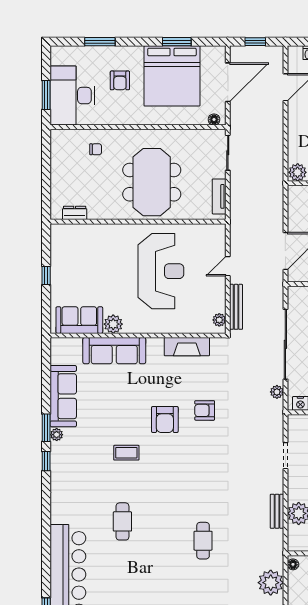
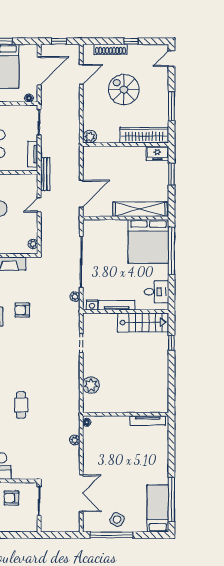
bench: (236, 307) -> (45, 174), moved
bench: (277, 511) -> (75, 384), removed
plant: (271, 583) -> (75, 440), width x0.53, depth x0.53

